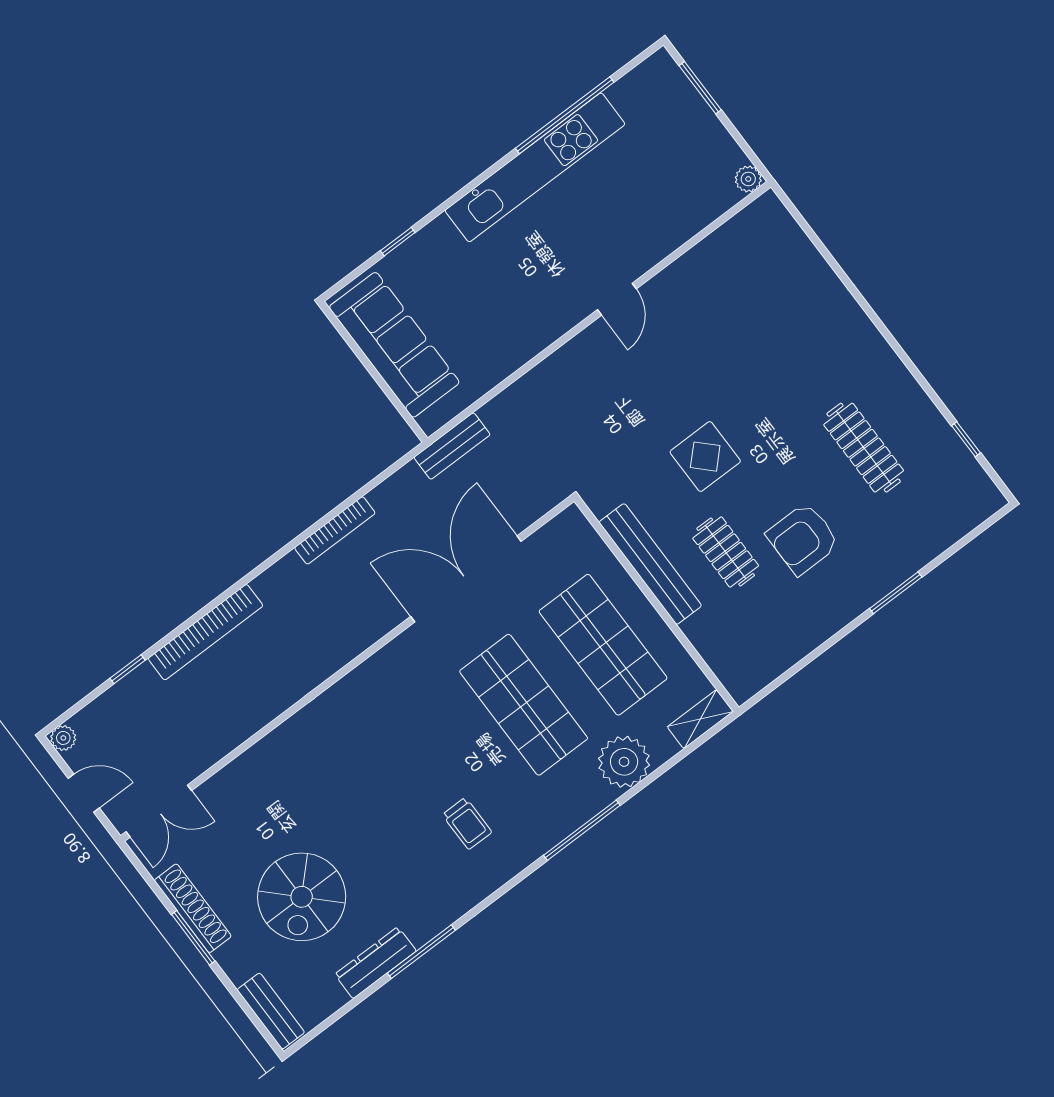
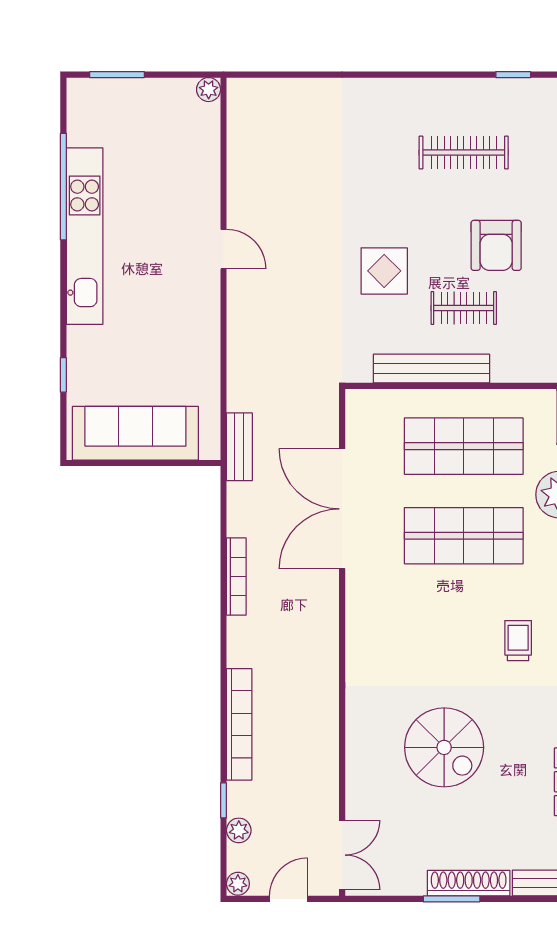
plant: (111, 703) -> (239, 830), added
trolley: (467, 823) -> (518, 641), turned -90
spiral stairs: (302, 897) -> (444, 747), moved
shoe rack: (193, 908) -> (469, 883), moved

